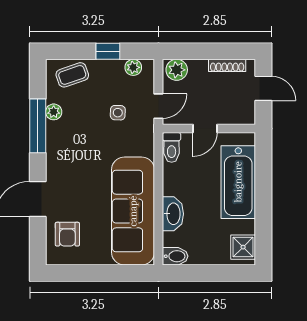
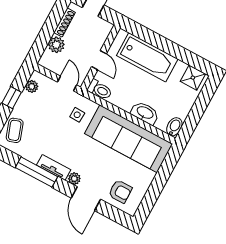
plant: (177, 70) -> (56, 45), moved
plant: (54, 112) -> (74, 179), moved
side table: (118, 113) -> (77, 115), moved
tv unit: (54, 143) -> (54, 167), added

